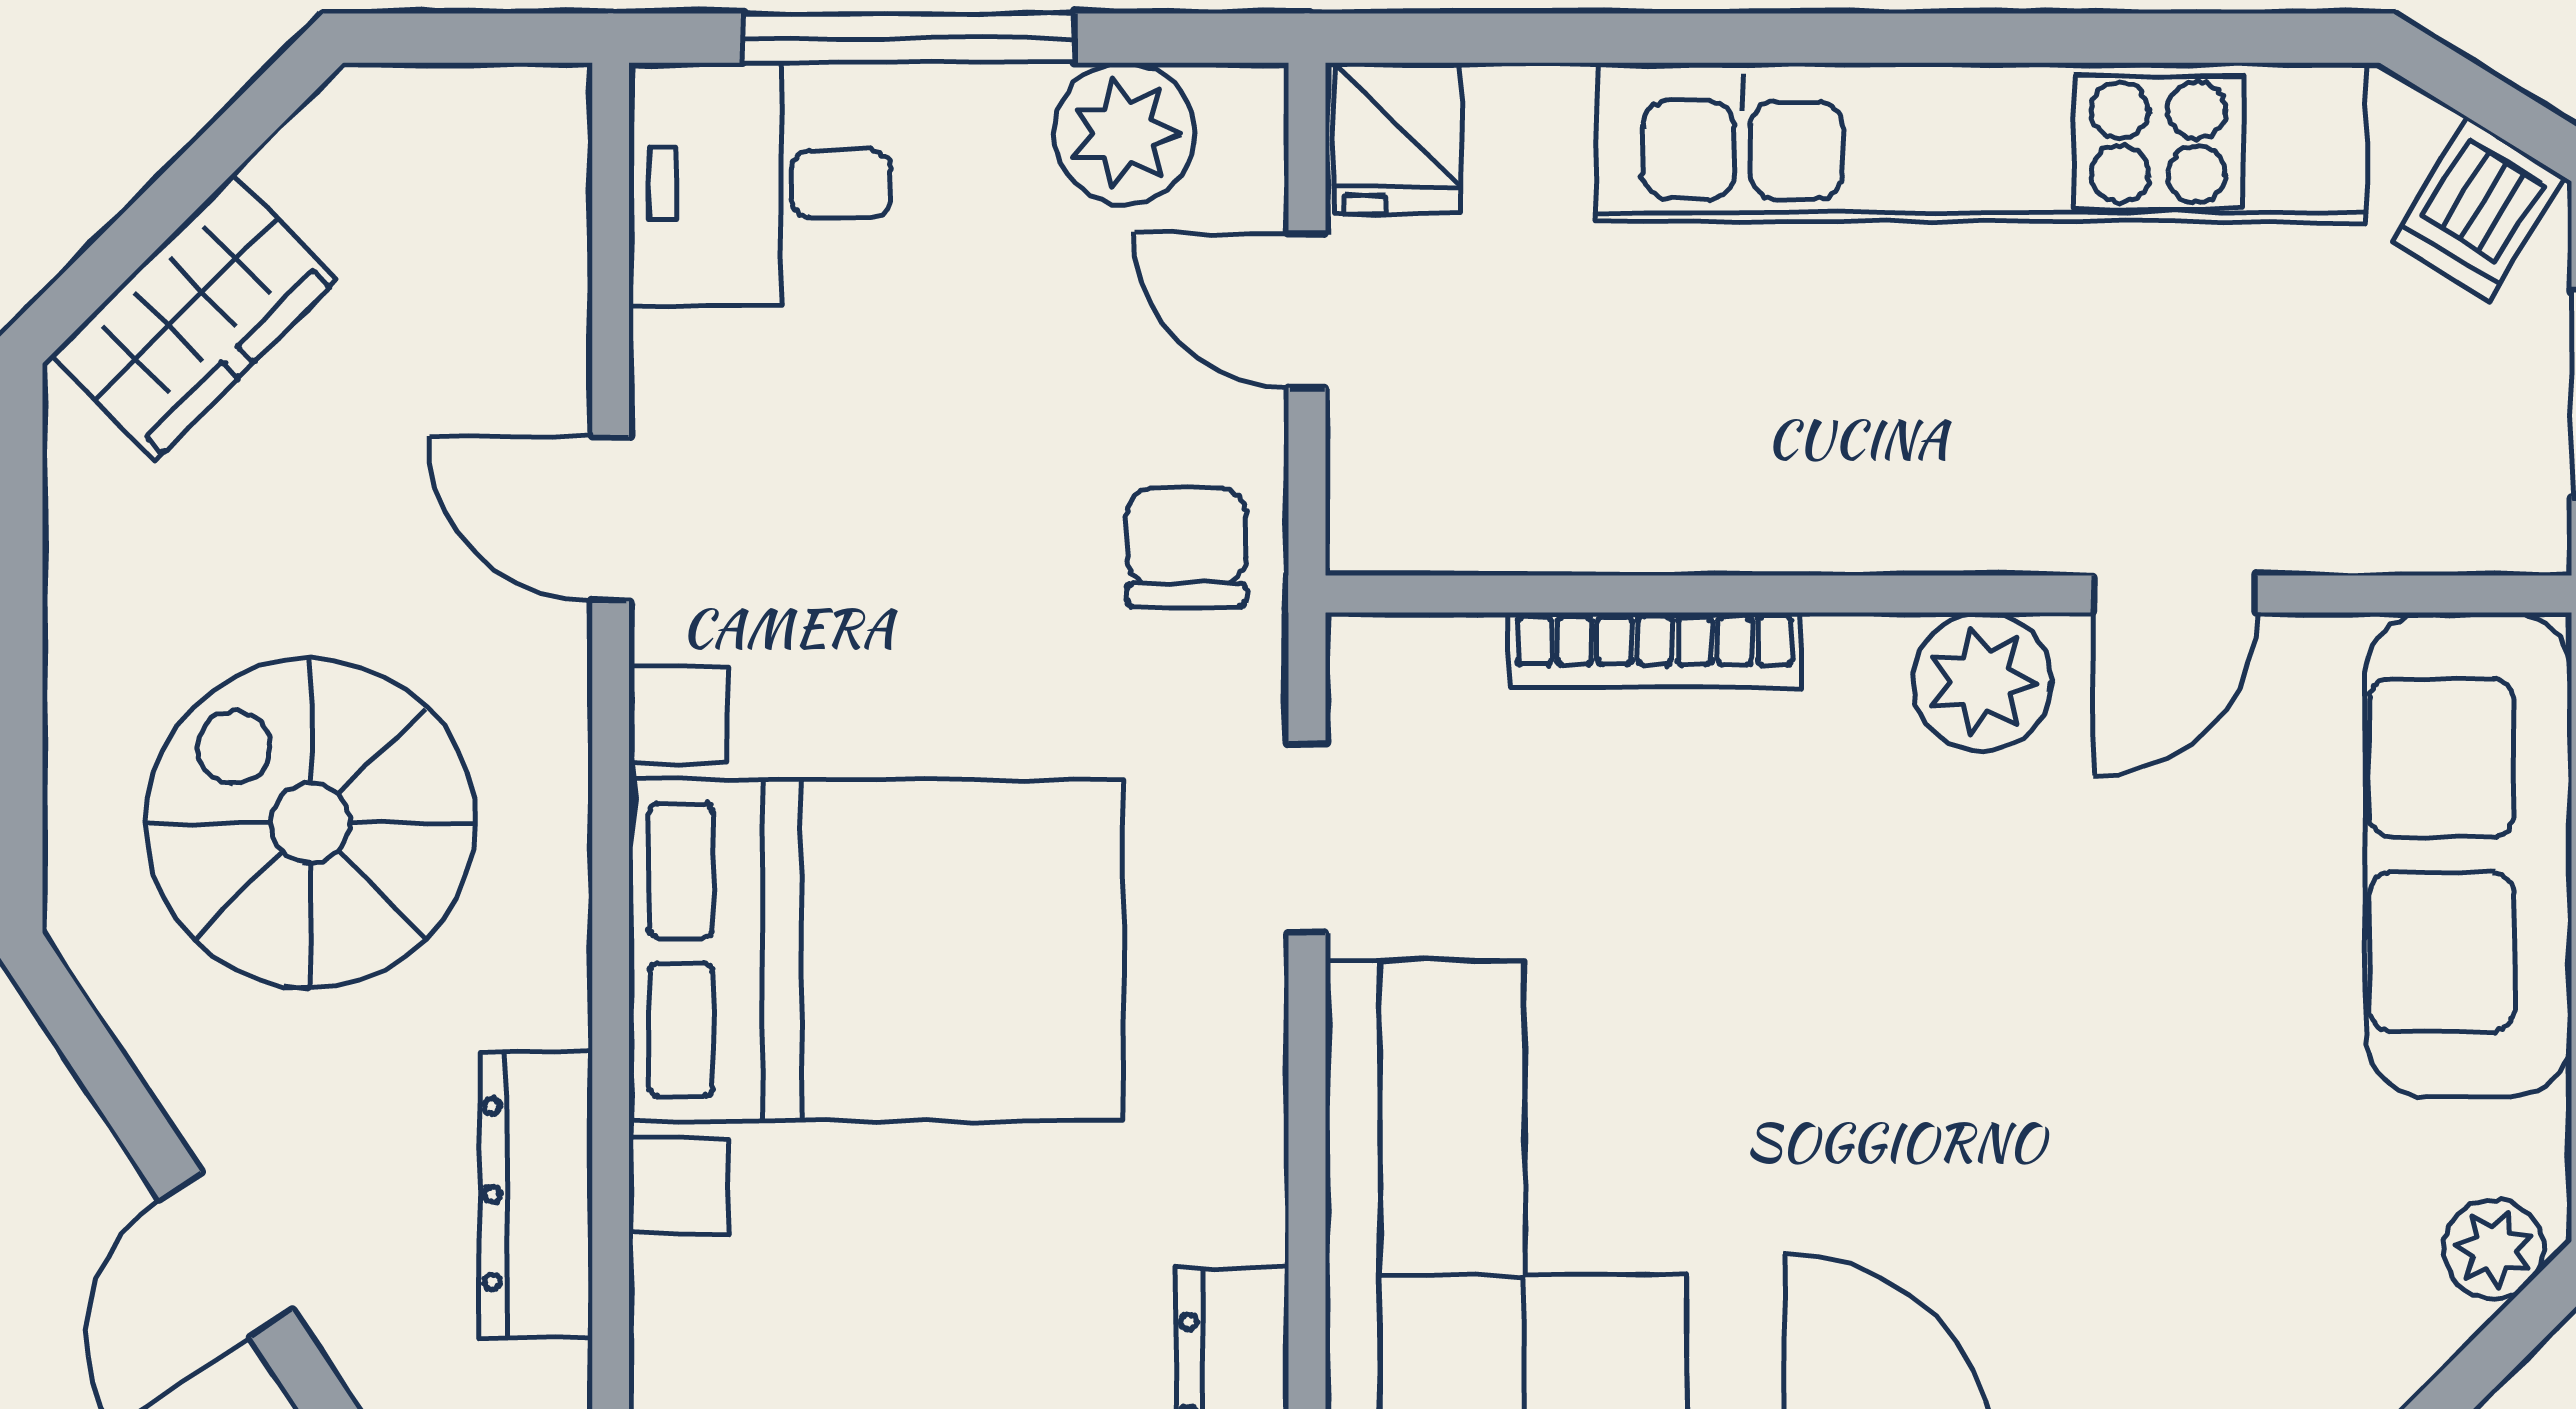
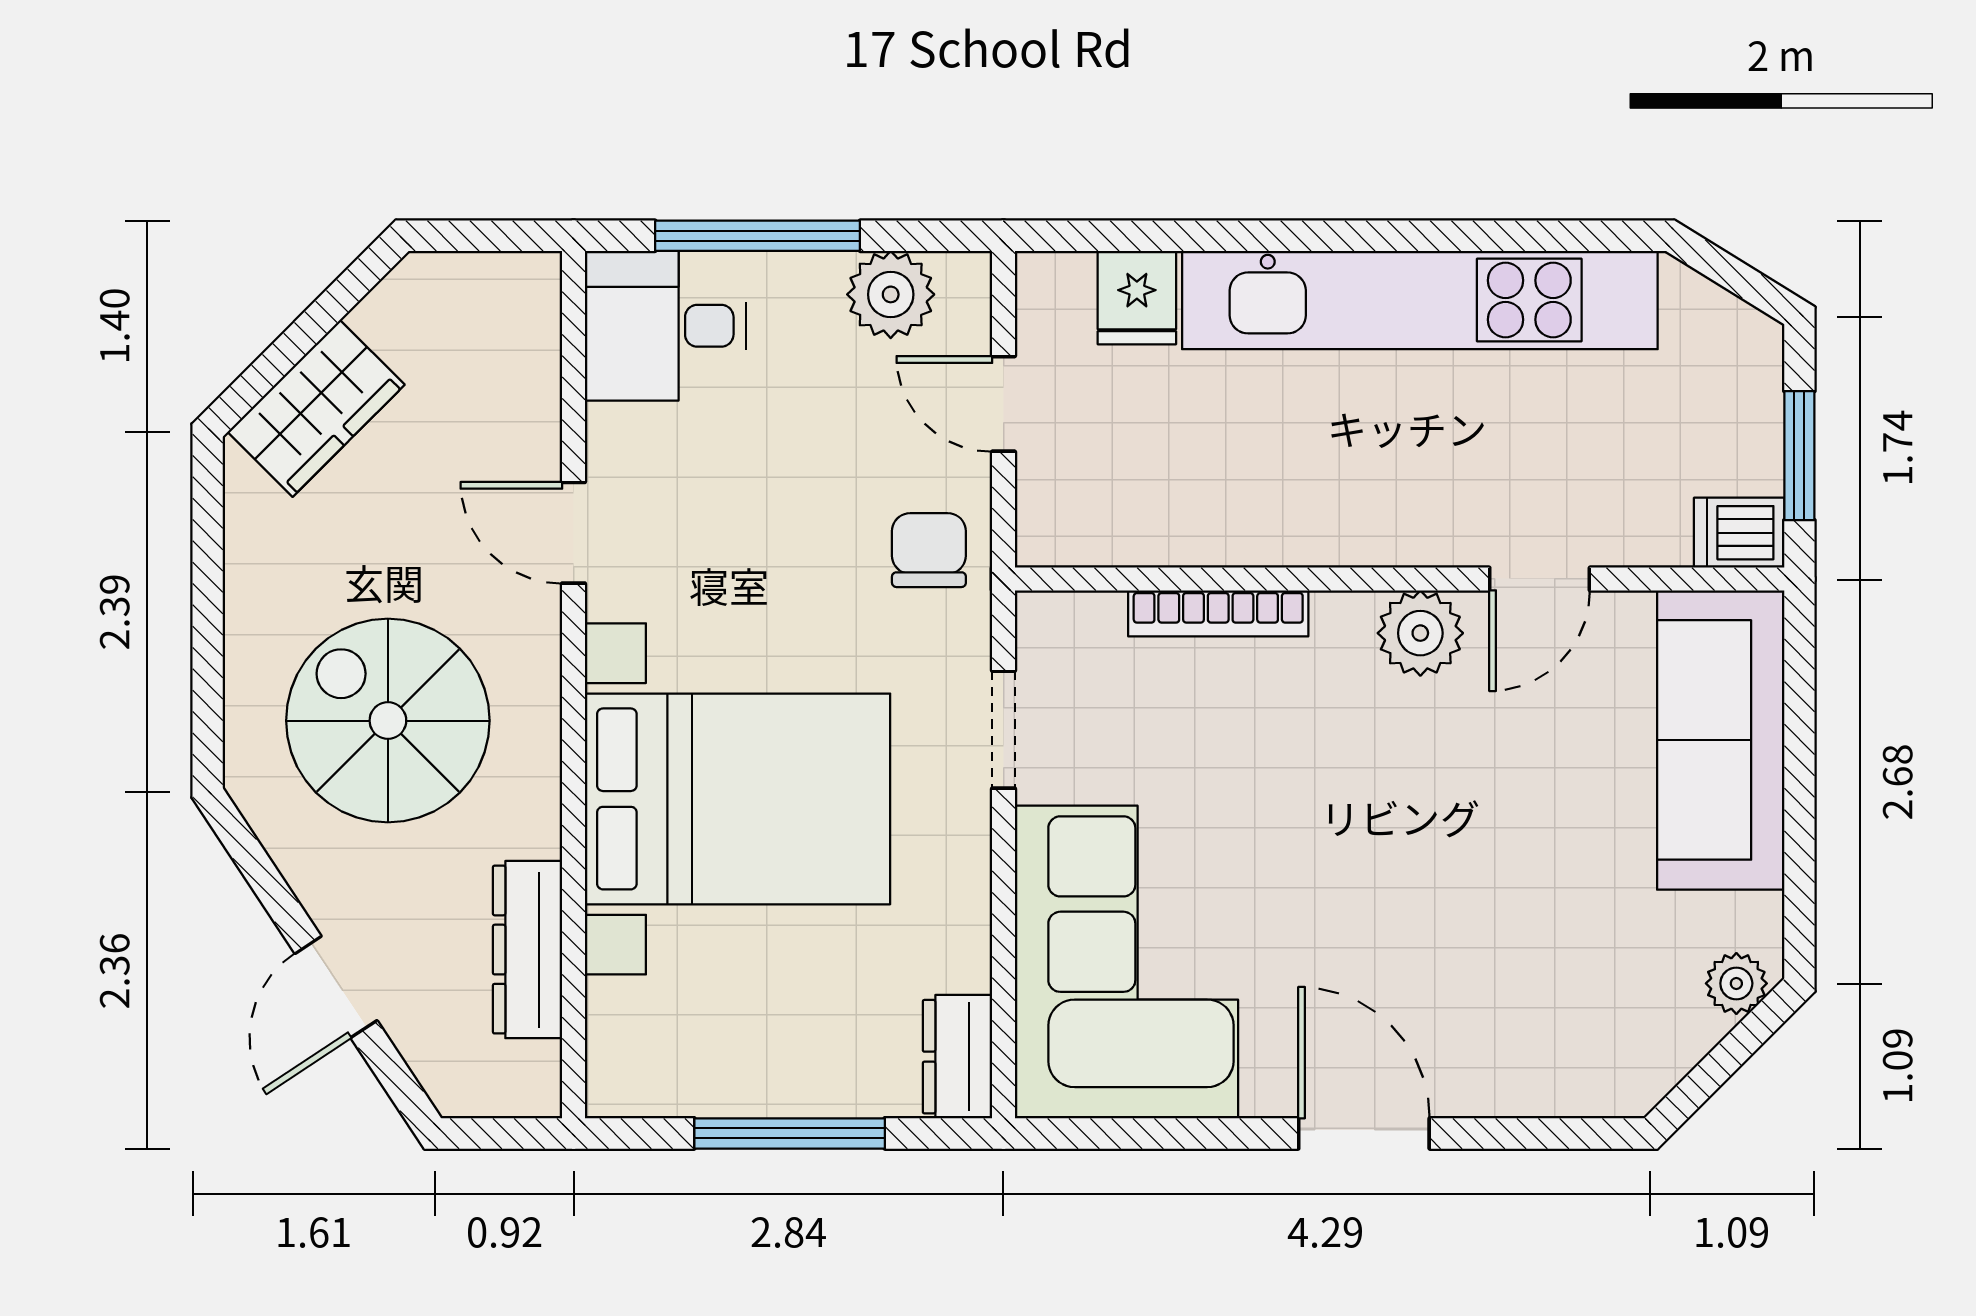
fridge: (1397, 138) -> (1137, 298), moved
dishwasher: (2478, 209) -> (1739, 533), moved, turned 58

